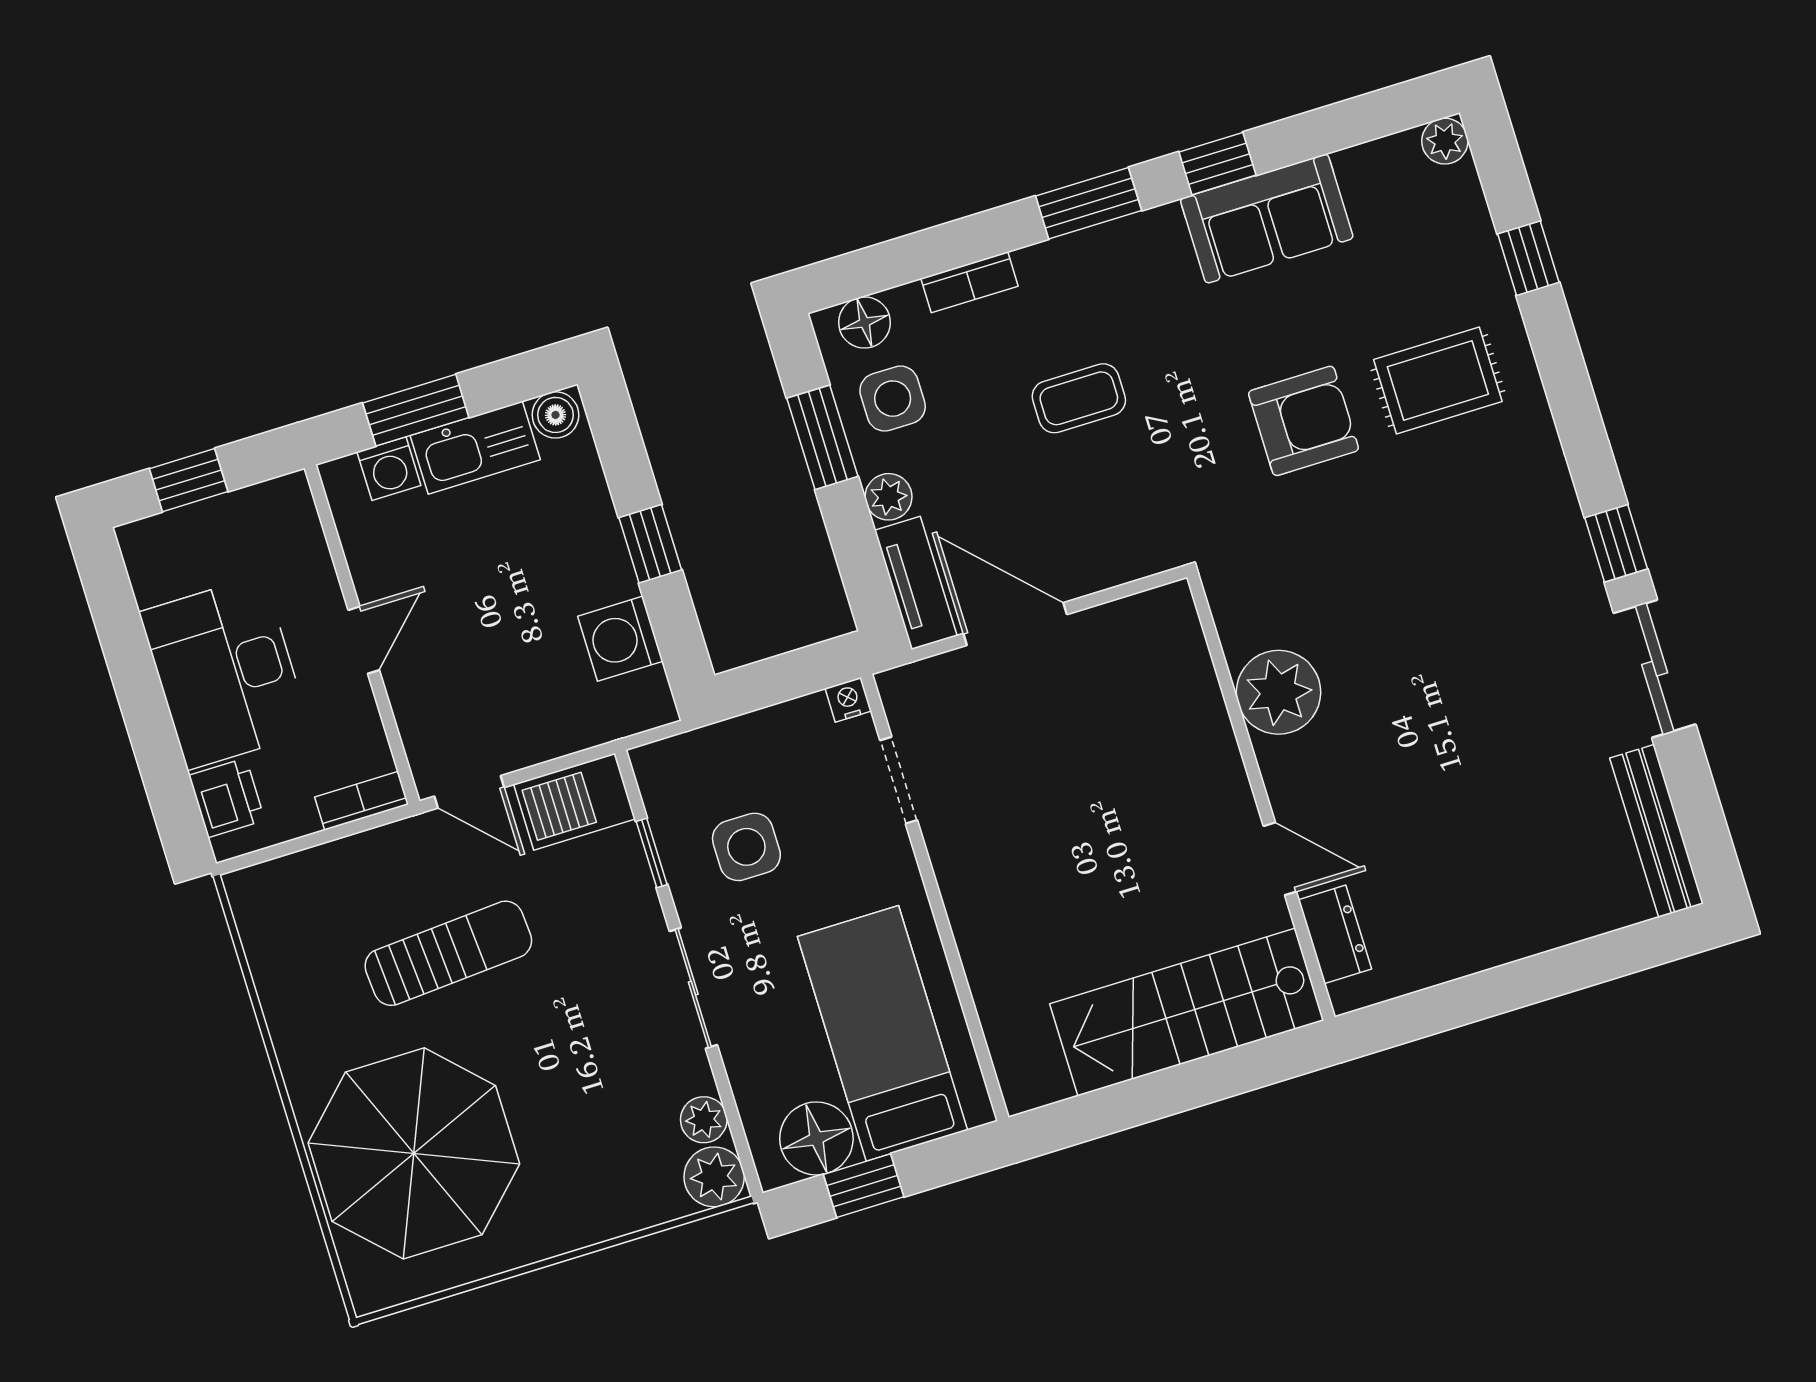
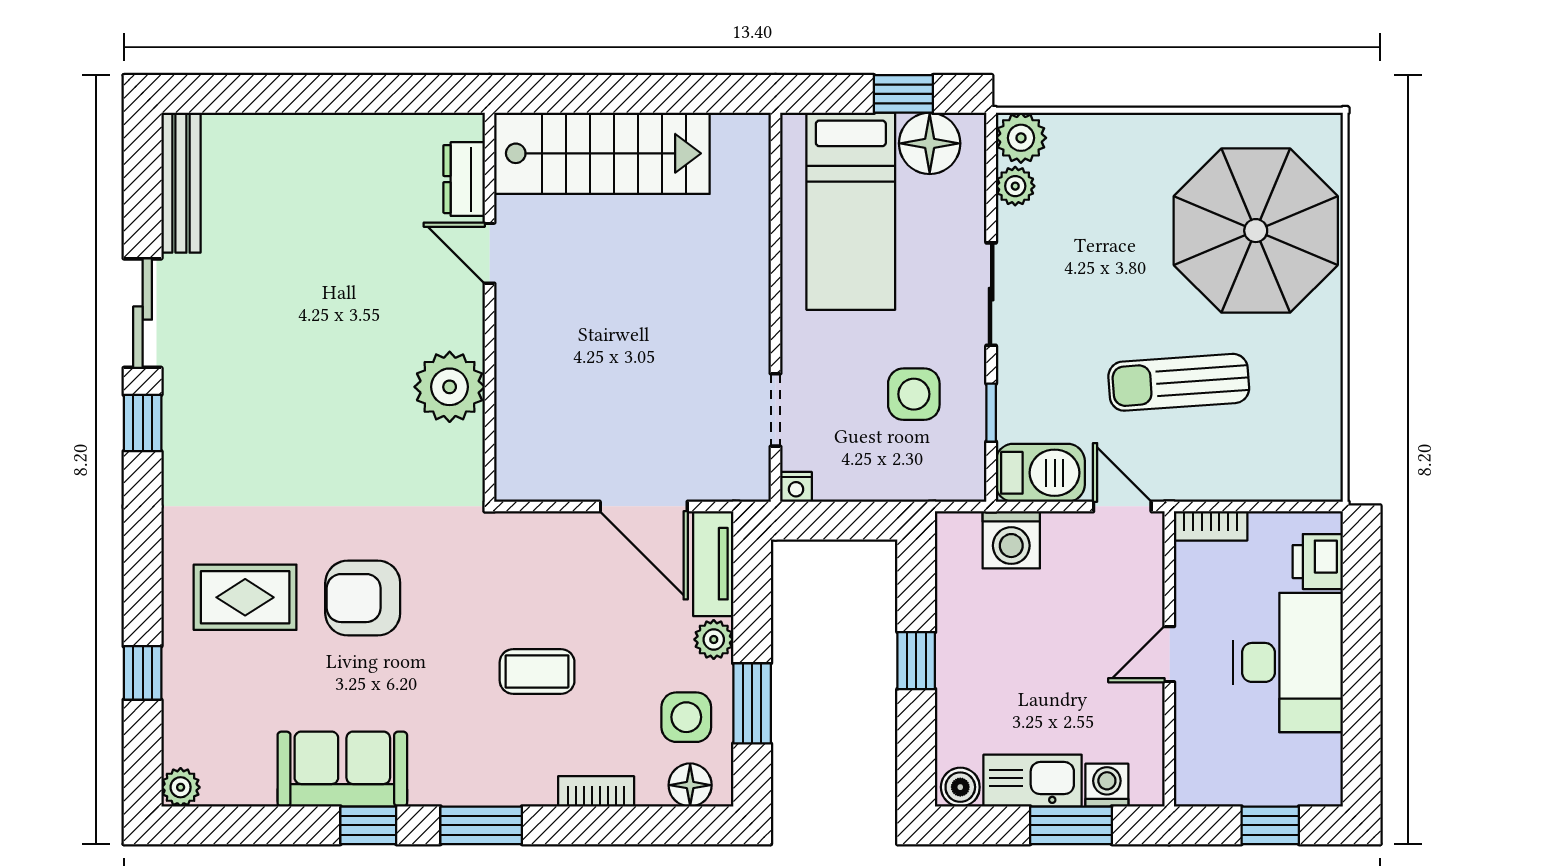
washing machine: (620, 639) -> (1011, 540), moved, turned 90

